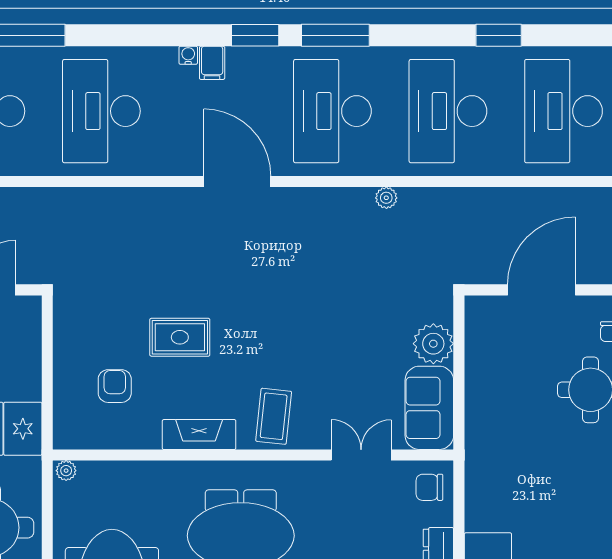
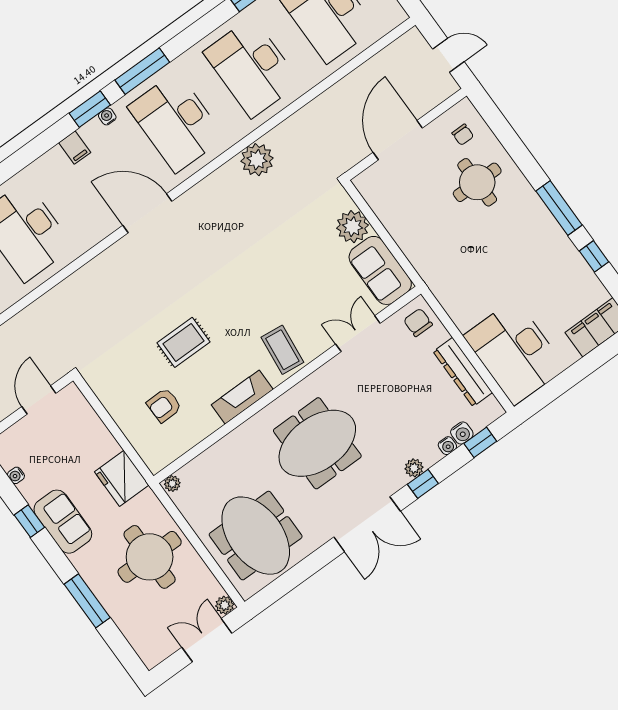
water cooler: (188, 55) -> (107, 116), moved
plant: (386, 198) -> (257, 160), width x1.88, depth x1.88
armchair: (115, 386) -> (164, 405), turned -91
chair: (429, 487) -> (418, 322), turned 90

